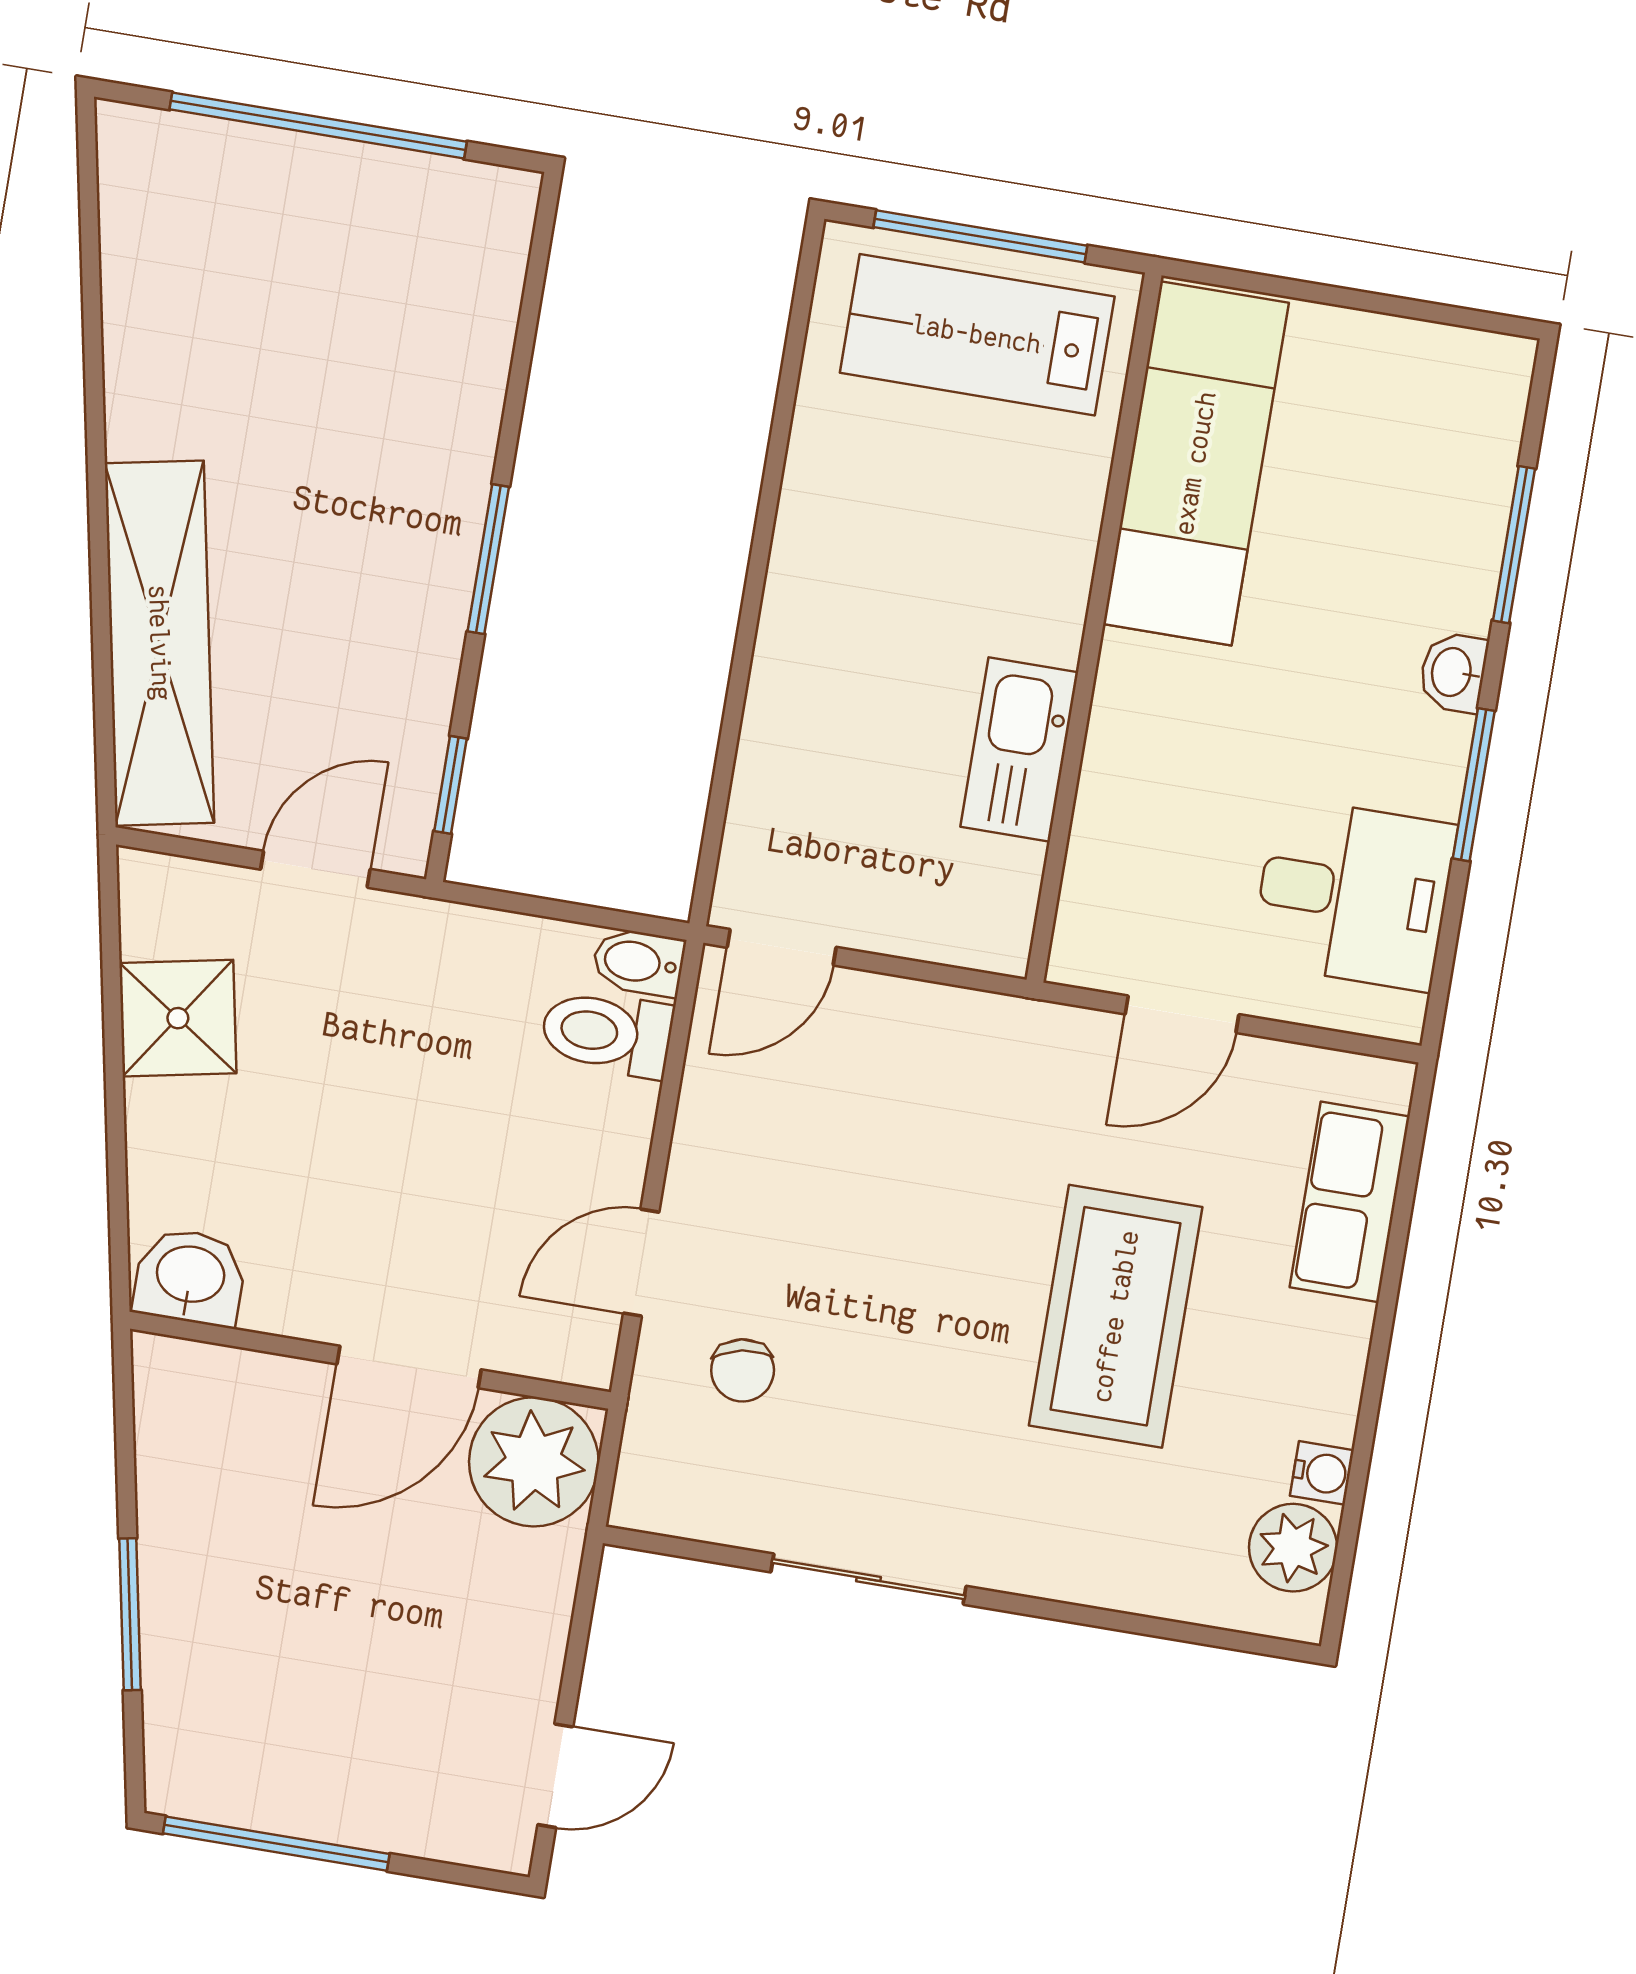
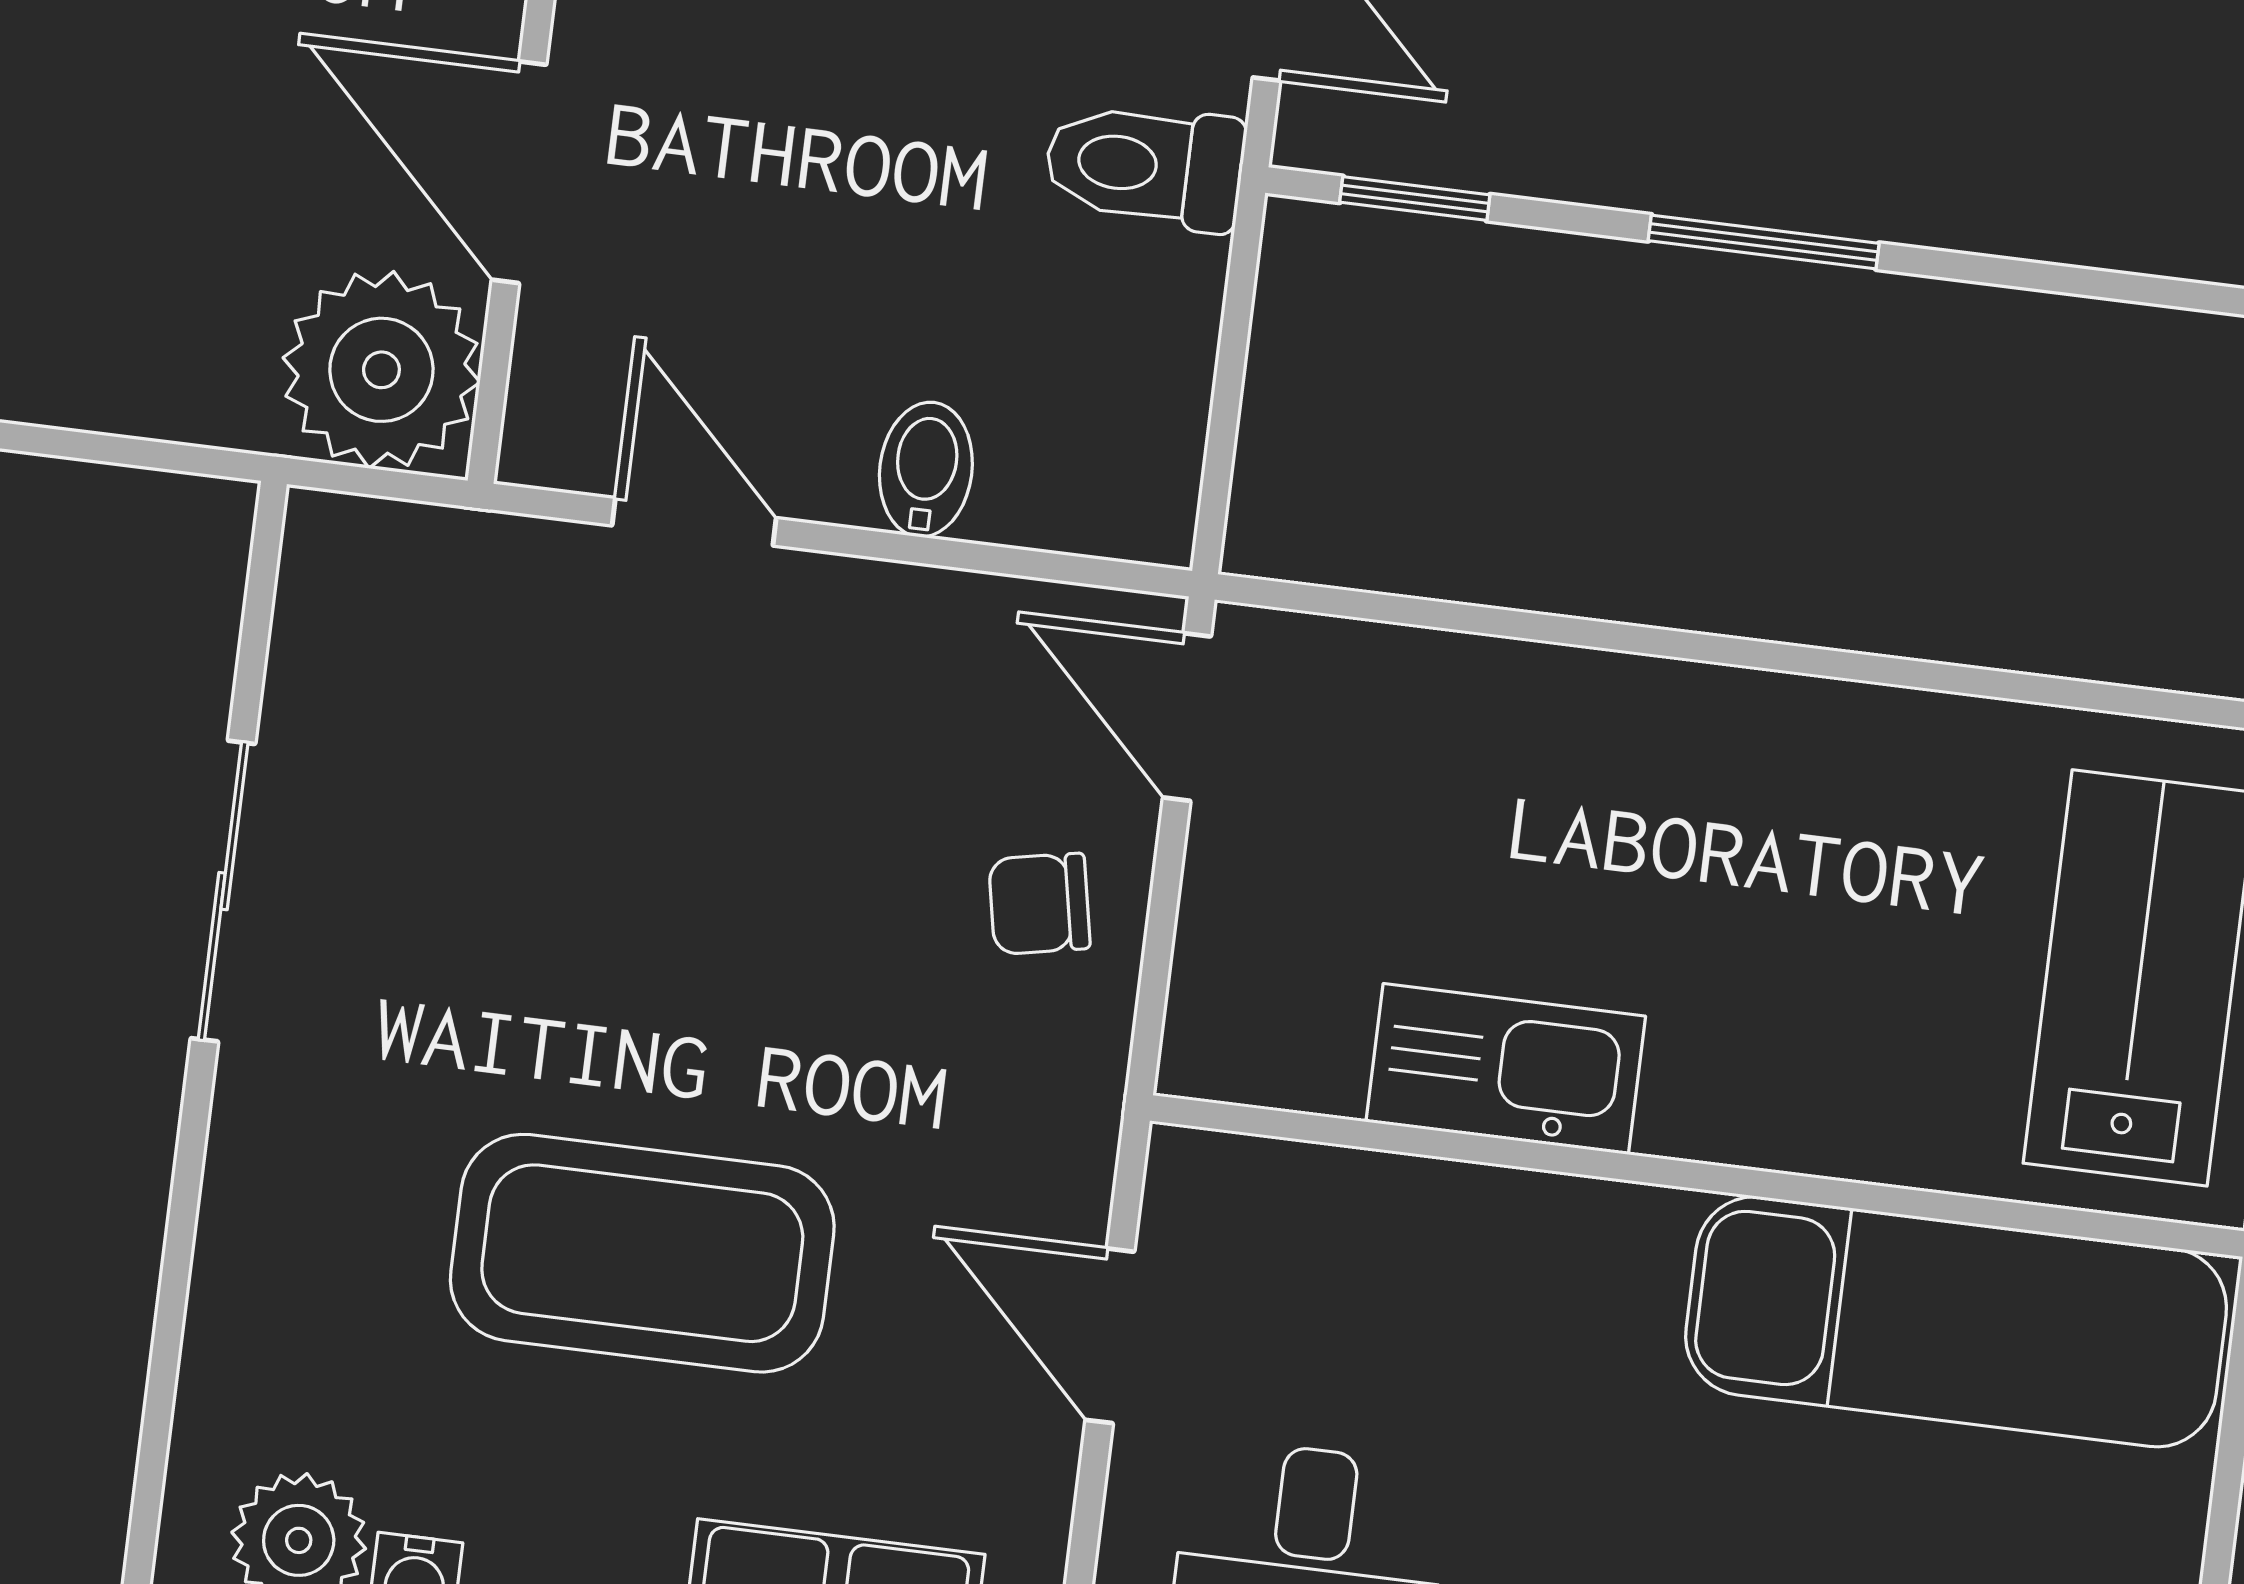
bidet: (638, 962) -> (926, 470), moved
toilet: (607, 1033) -> (1145, 166), moved, turned -90
chair: (743, 1370) -> (1039, 904), moved

